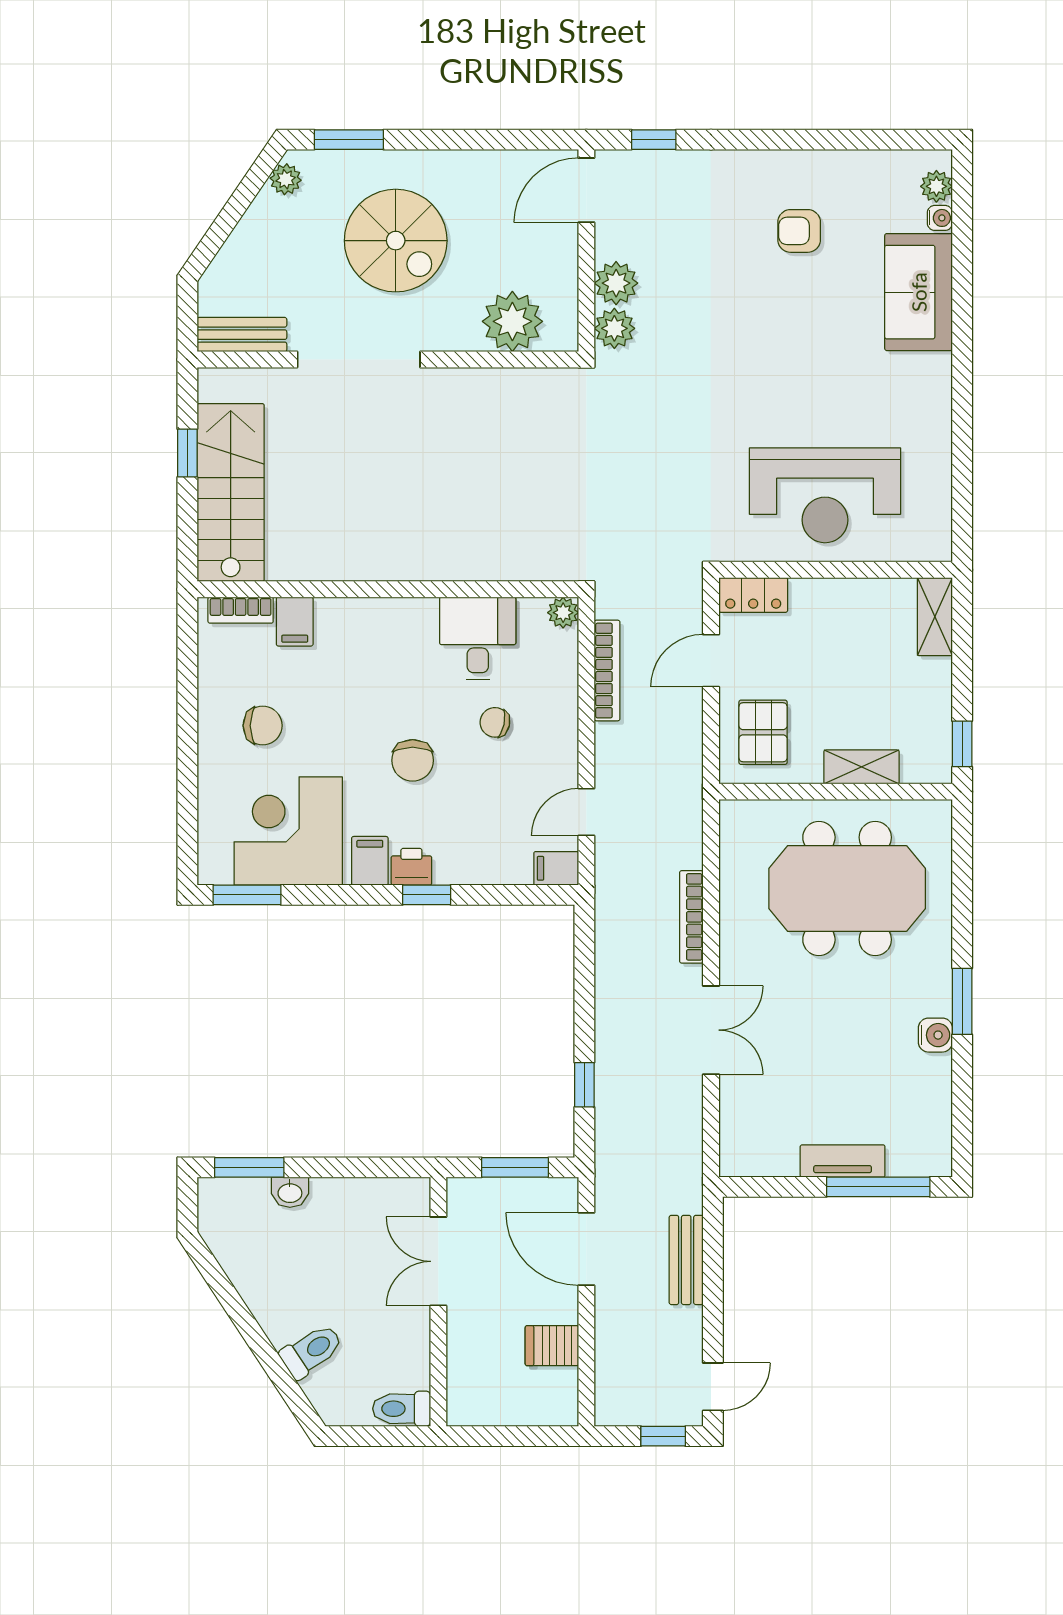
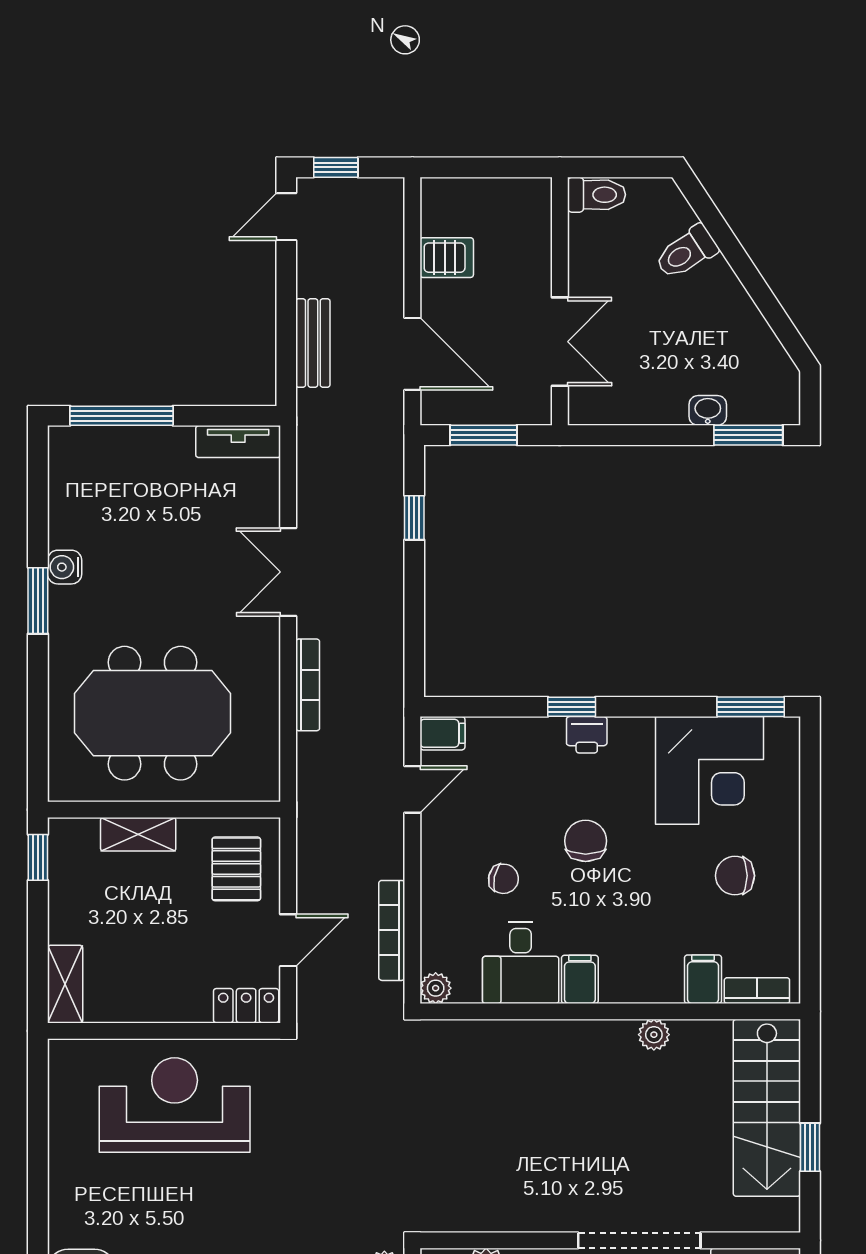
plant: (344, 566) -> (654, 1035), added
filing cabinet: (370, 861) -> (580, 979), moved, turned 180
tv unit: (843, 1161) -> (238, 442), moved

